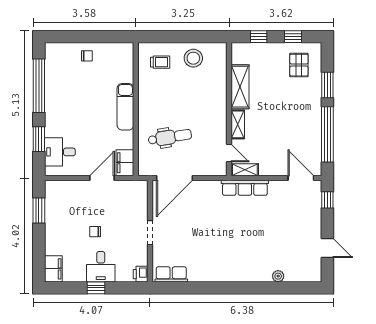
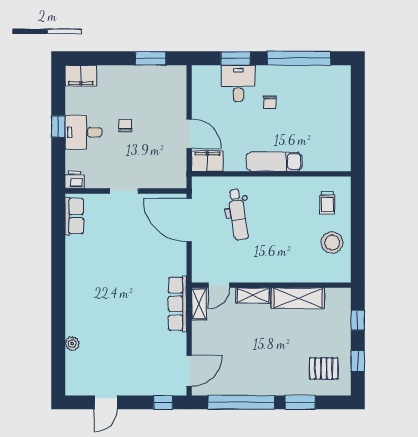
chair: (87, 56) -> (270, 102), moved
desk: (60, 152) -> (238, 83), moved

